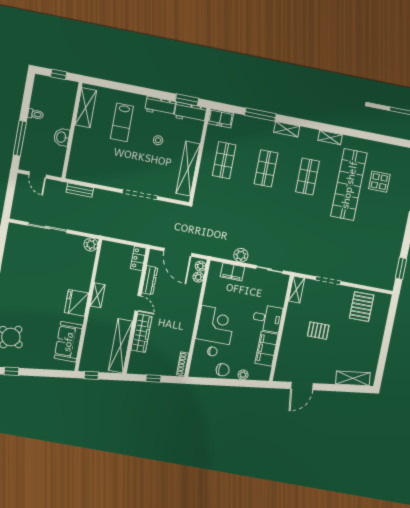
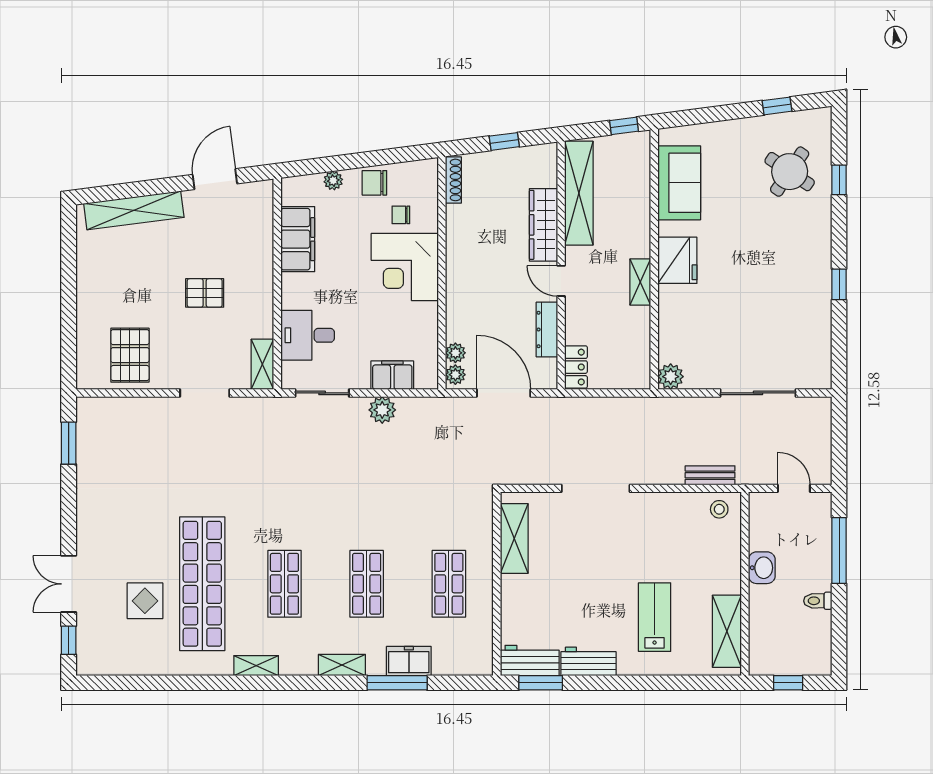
freezer: (221, 118) -> (409, 661), moved
stool: (158, 140) -> (719, 509), moved
shelving: (188, 169) -> (514, 538), width x0.68
desk: (267, 318) -> (308, 335), moved
shelving: (353, 378) -> (134, 210), width x1.47

